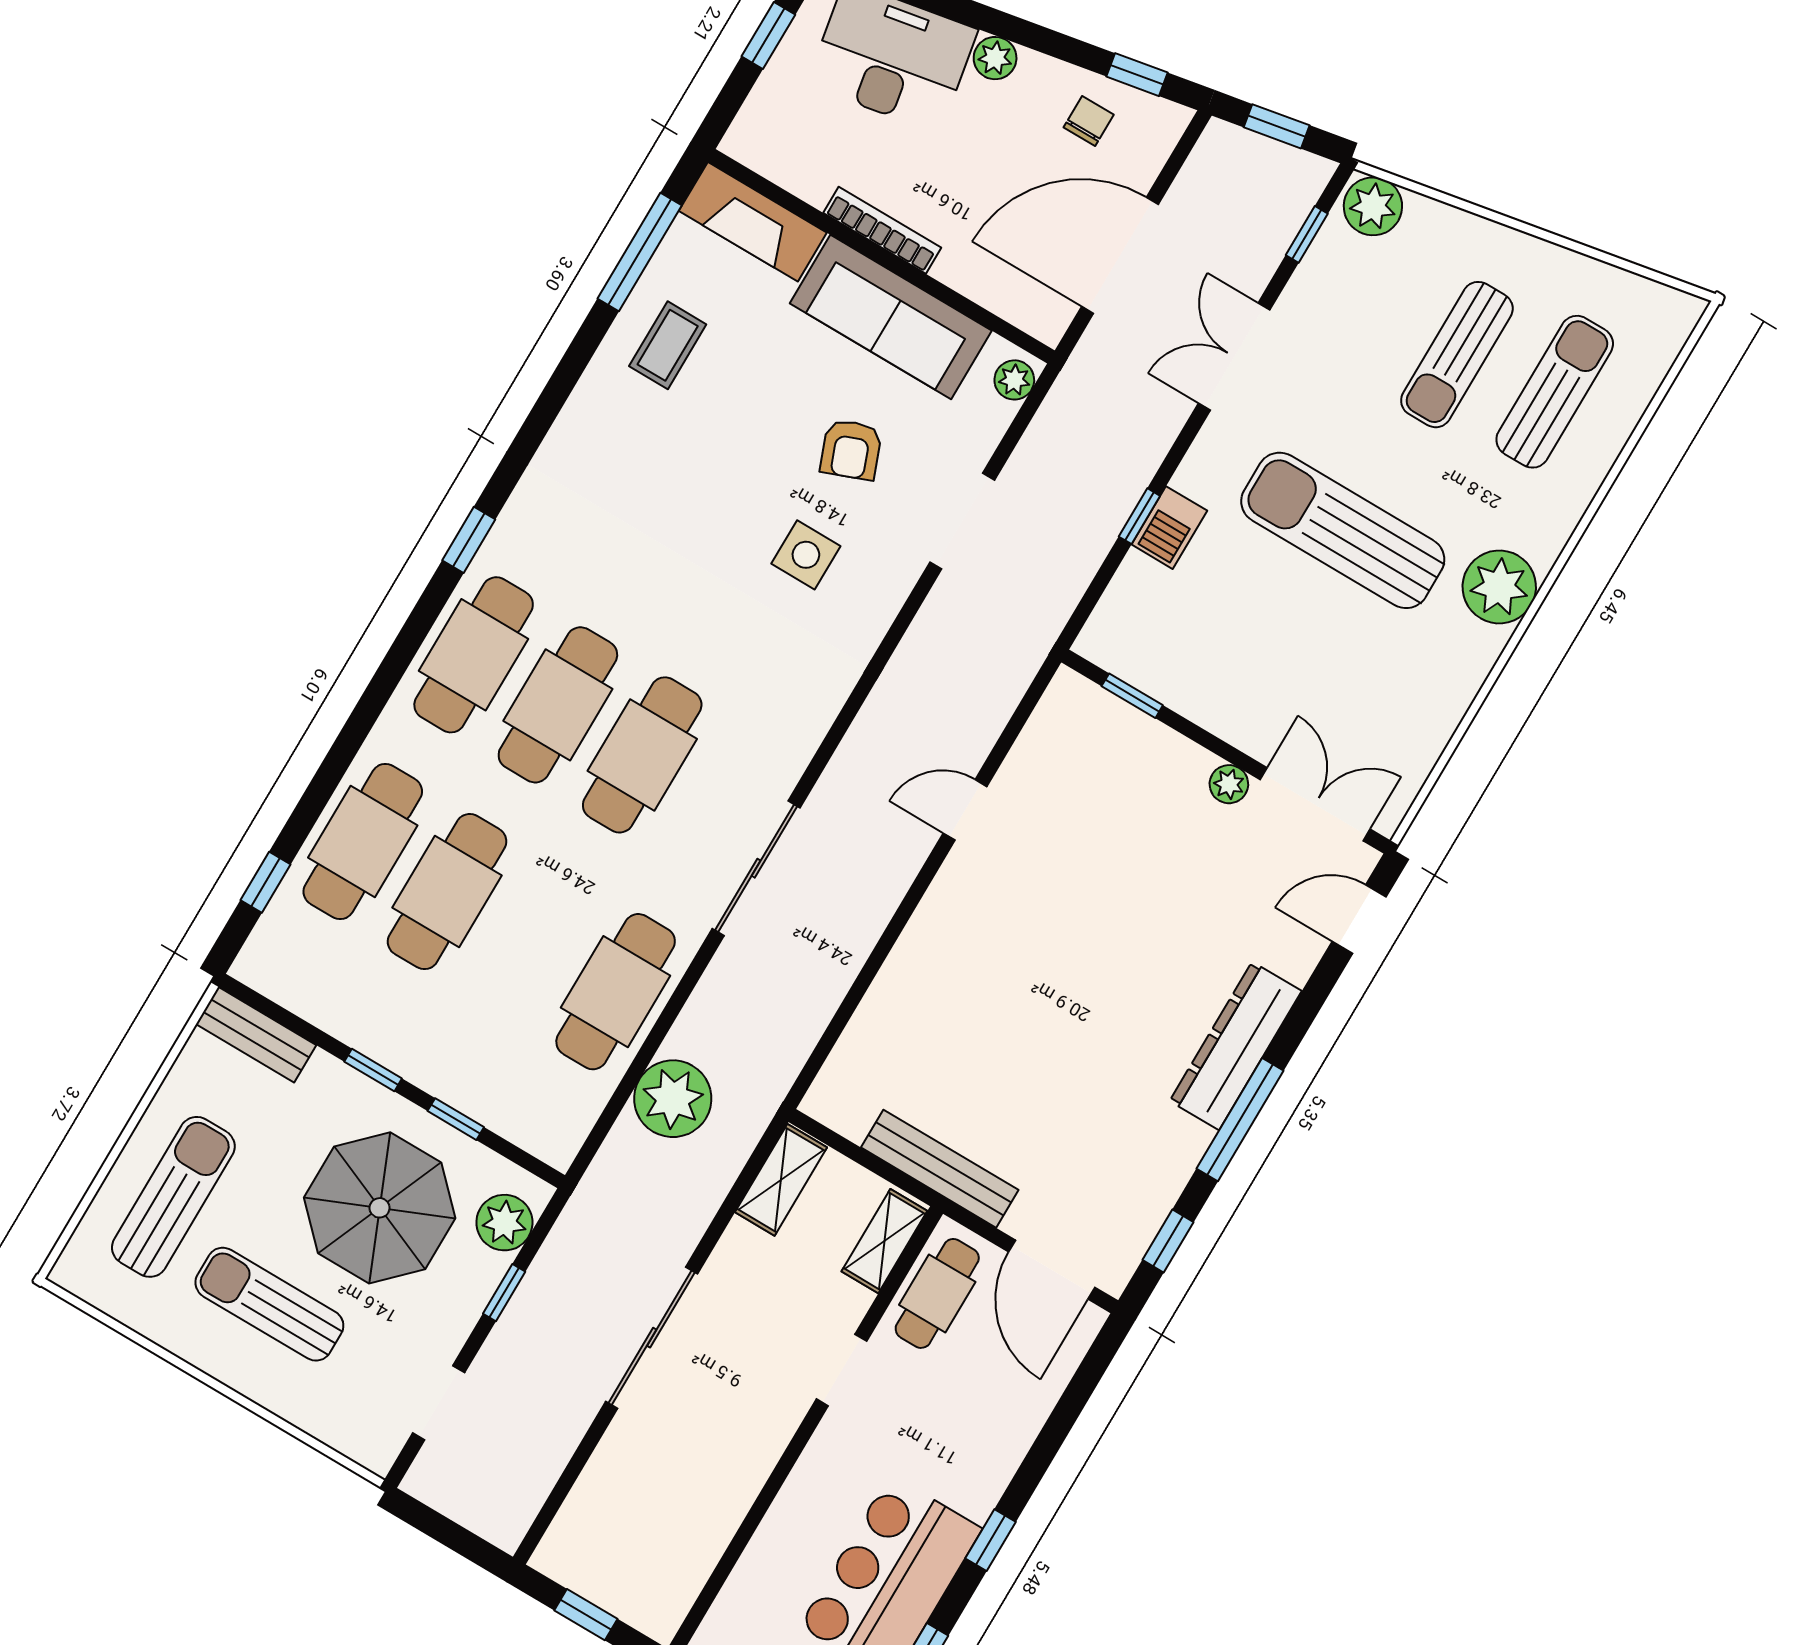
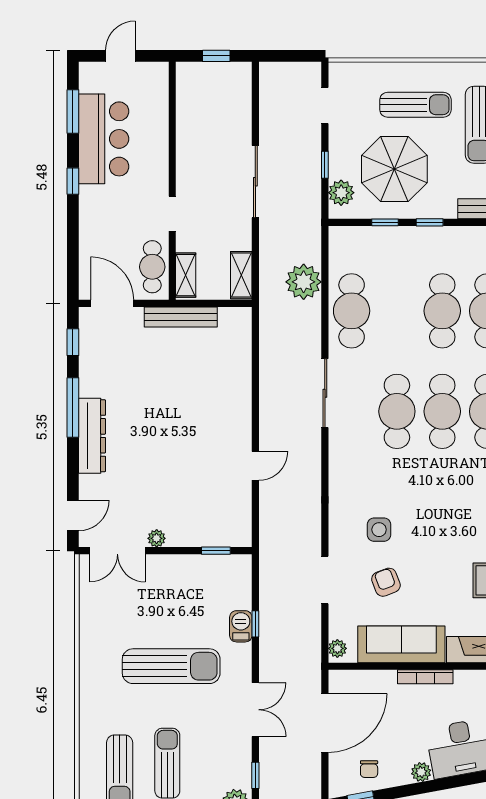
plant: (1499, 587) -> (96, 681), removed

